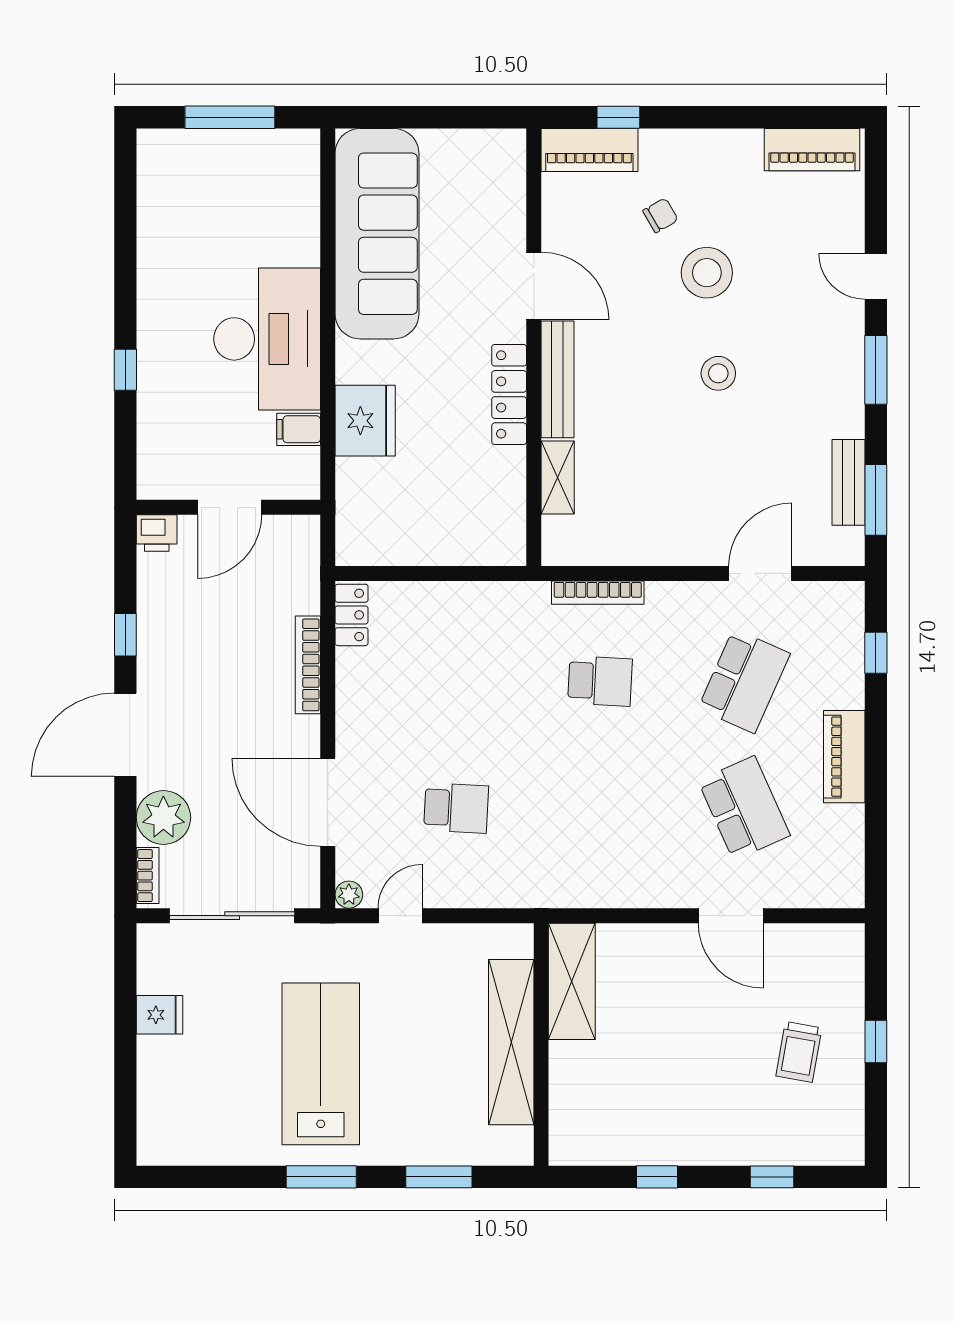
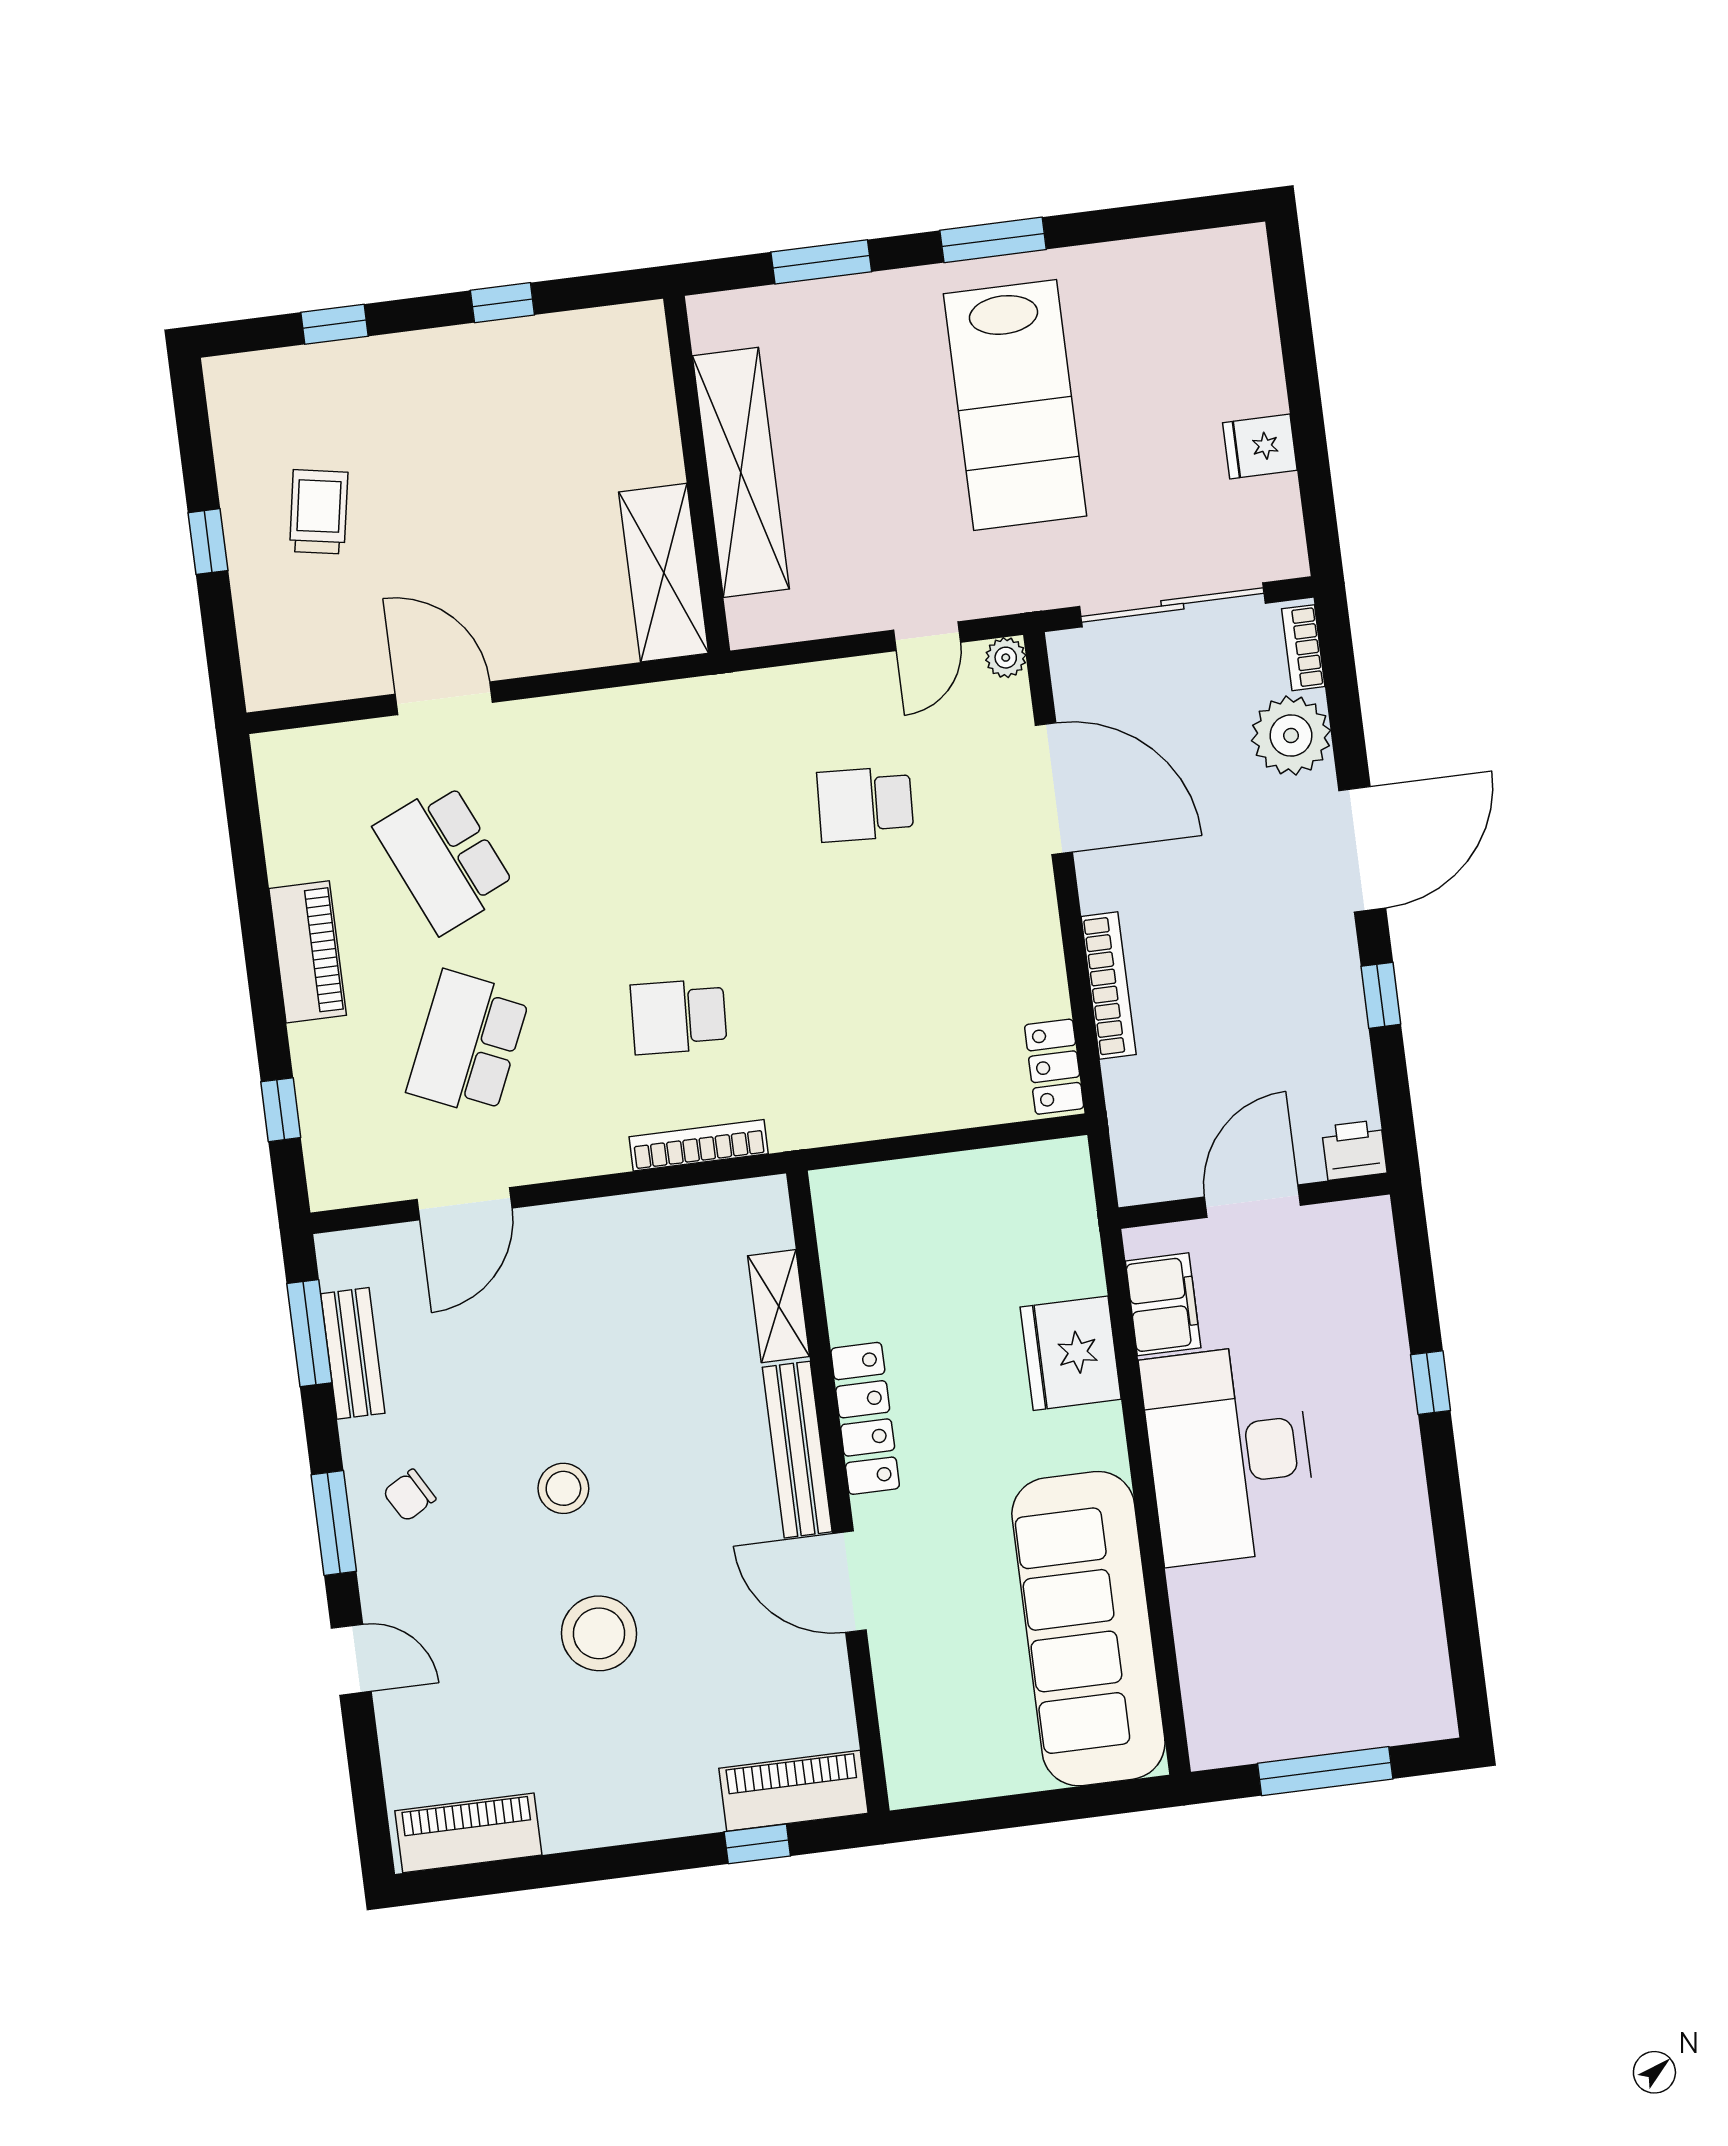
chair: (660, 215) -> (409, 1495), moved
filing cabinet: (299, 429) -> (1163, 1304), width x2.00

